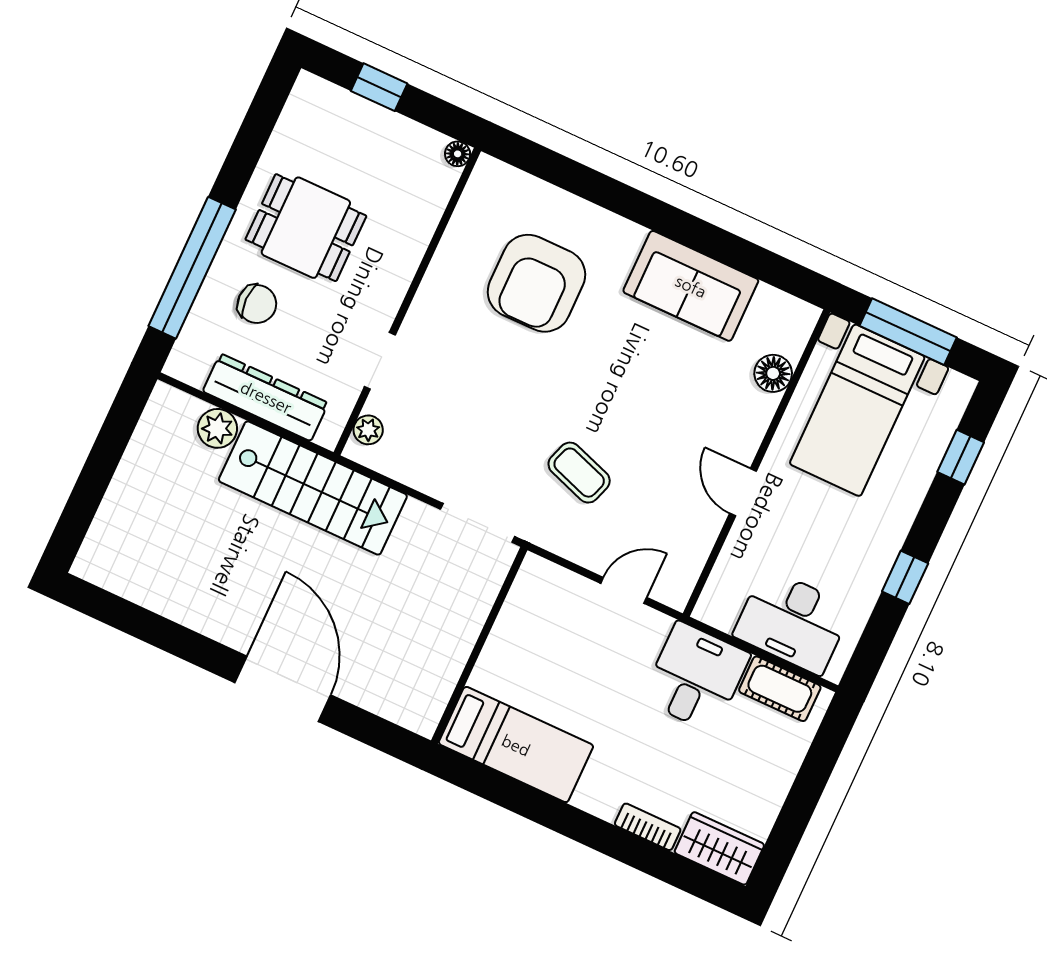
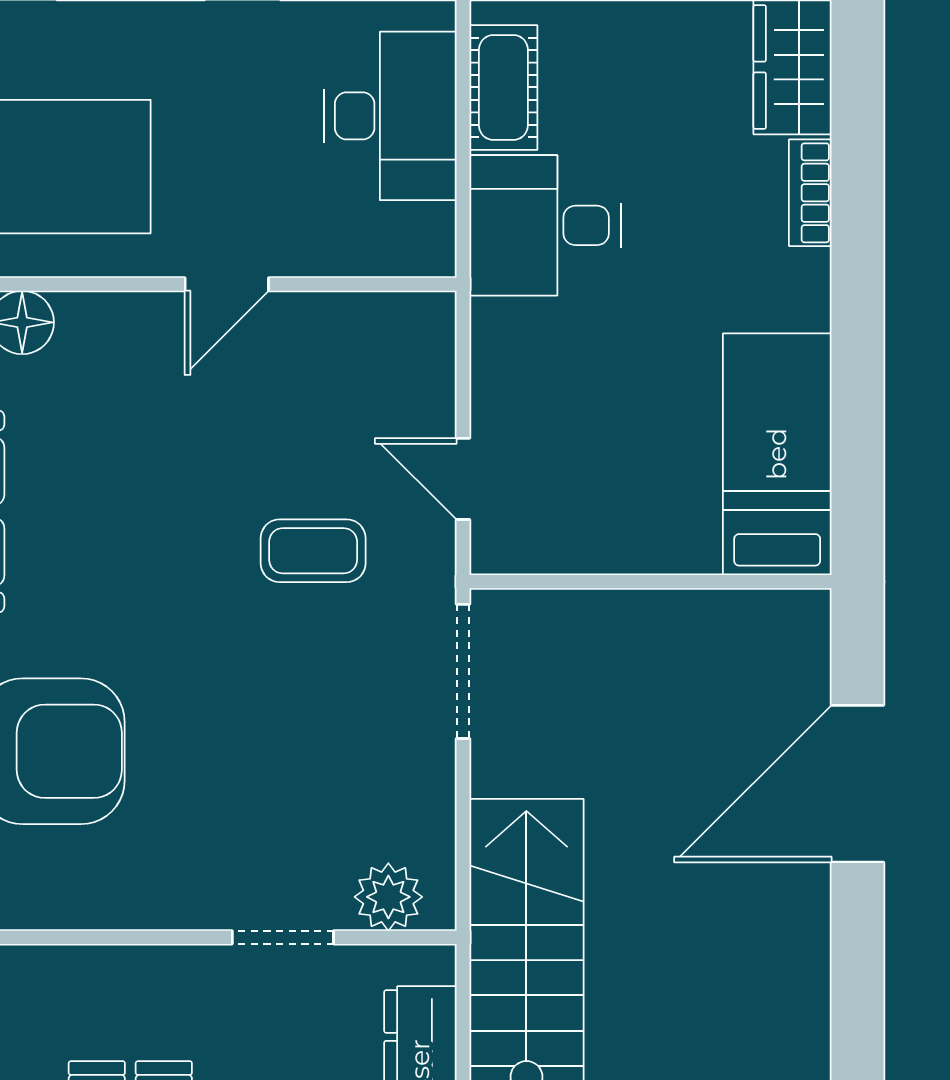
plant: (368, 430) -> (388, 897), width x1.38, depth x1.38
coffee table: (579, 473) -> (313, 551), turned 71
door: (624, 590) -> (463, 479), moved
door: (283, 689) -> (857, 784), moved

